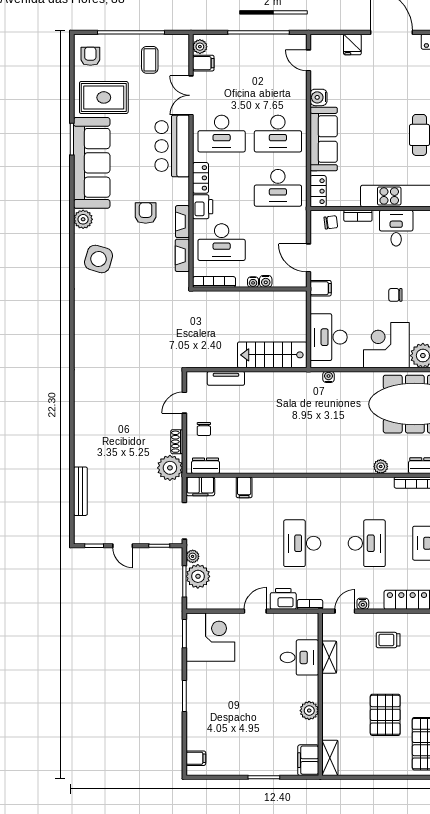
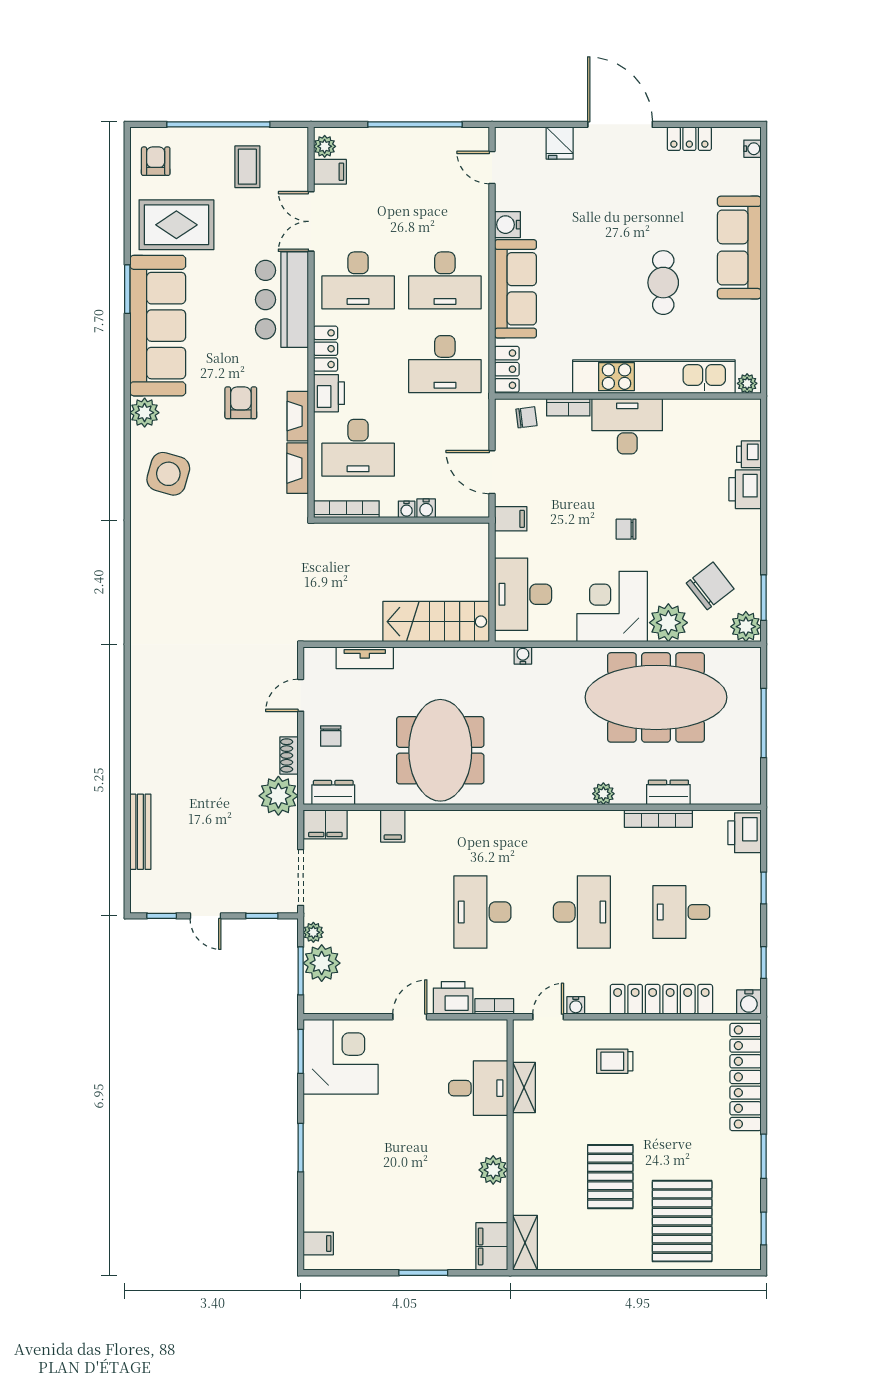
desk: (396, 228) -> (627, 426), width x1.37
meeting table: (275, 438) -> (440, 750), added

